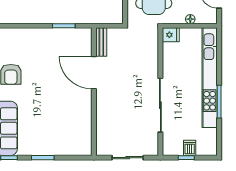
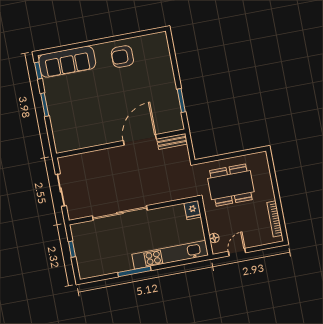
floor lamp: (190, 19) -> (214, 238), moved
kitchen unit: (210, 78) -> (170, 255), width x0.73
dishwasher: (190, 148) -> (82, 251), removed

